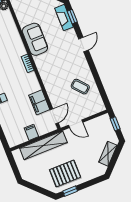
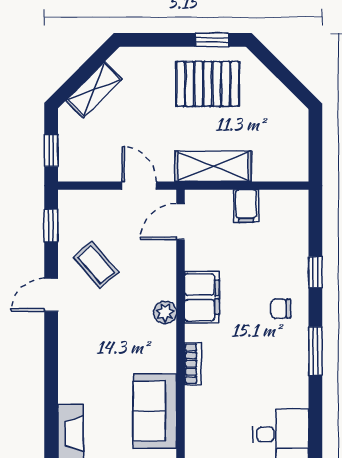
window: (72, 17) -> (51, 225), moved
door: (83, 45) -> (51, 295), moved
plant: (46, 79) -> (165, 312), added
filing cabinet: (39, 102) -> (202, 297), moved
shelving: (43, 145) -> (213, 166), width x0.68

